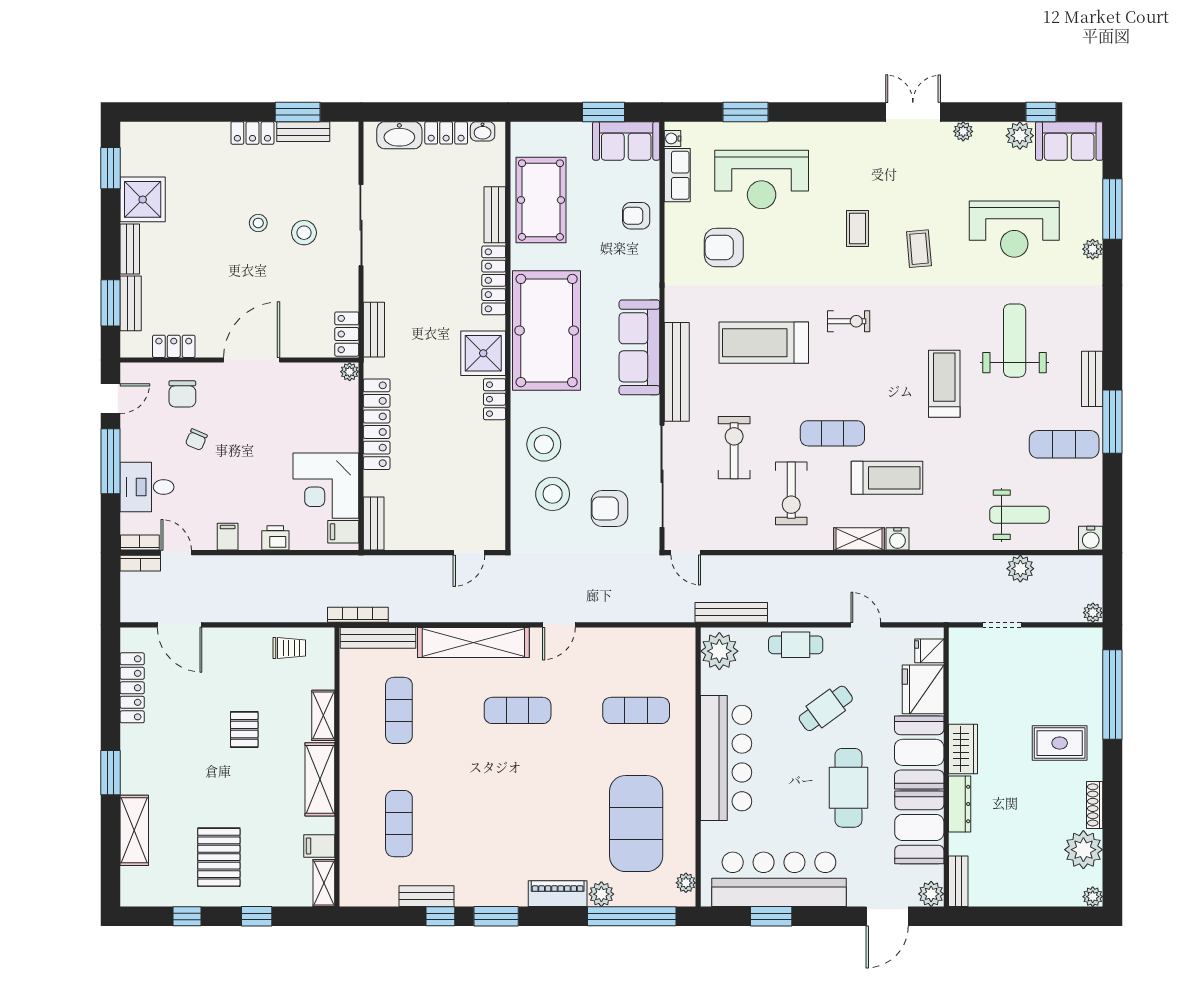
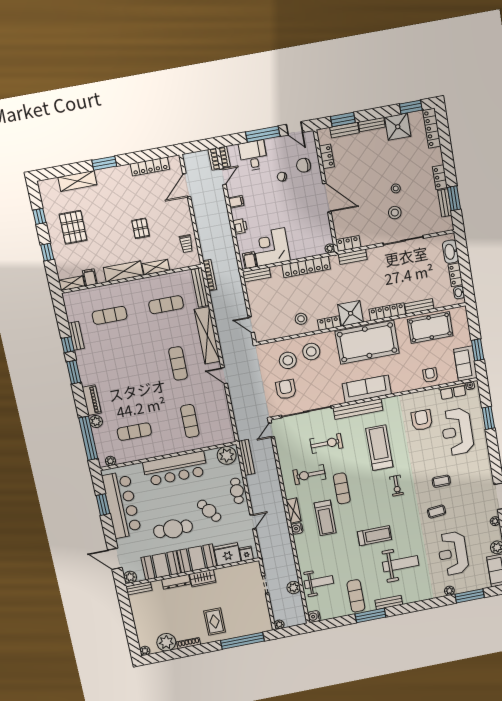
locker: (157, 134) -> (432, 128), added
stool: (476, 453) -> (301, 319), added
weight bench: (1020, 515) -> (319, 582), turned -90
pallet: (244, 729) -> (141, 228), turned 90
exercise mat: (636, 824) -> (134, 432), width x0.50, depth x0.69
pallet: (219, 857) -> (73, 227), turned 90

